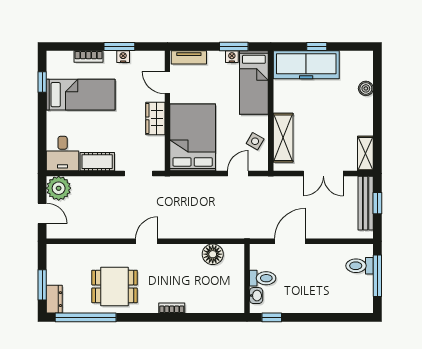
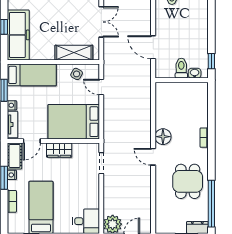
nightstand: (232, 57) -> (12, 105), moved
cot: (97, 162) -> (15, 156), moved
floor lamp: (213, 254) -> (163, 137), moved

